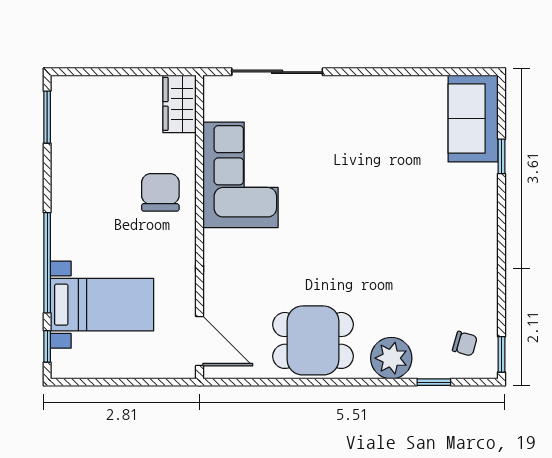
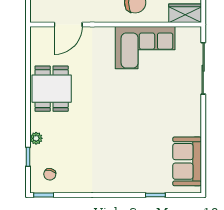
sofa: (473, 119) -> (187, 161), moved, turned -90
door: (200, 341) -> (68, 25), moved
plant: (391, 358) -> (36, 138), width x0.53, depth x0.53

